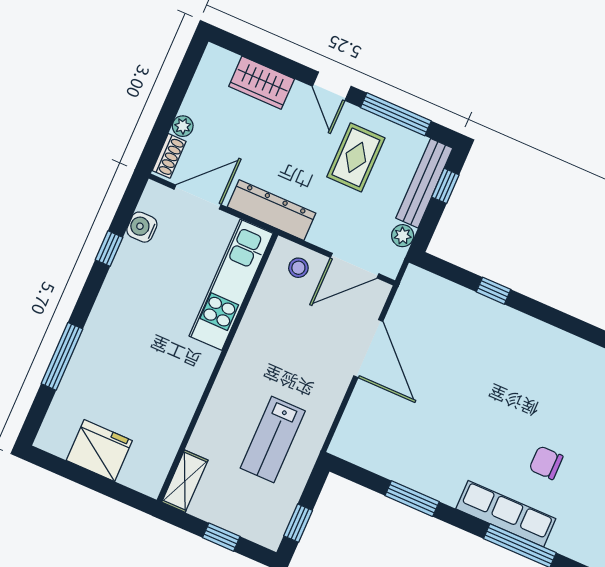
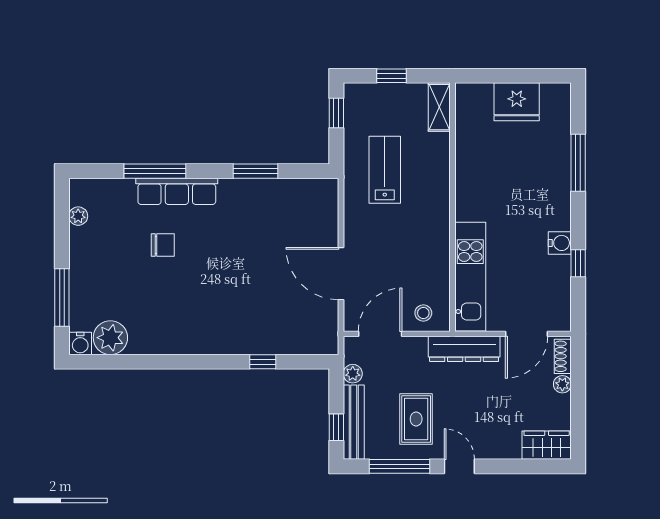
wardrobe: (262, 83) -> (547, 445), moved
water cooler: (142, 227) -> (560, 243), moved

